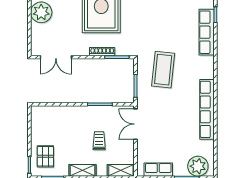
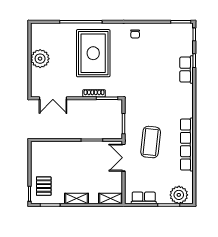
row of seats: (207, 32) -> (187, 70), width x0.68
coffee table: (163, 70) -> (151, 142), moved
trolley: (99, 141) -> (91, 172), removed

